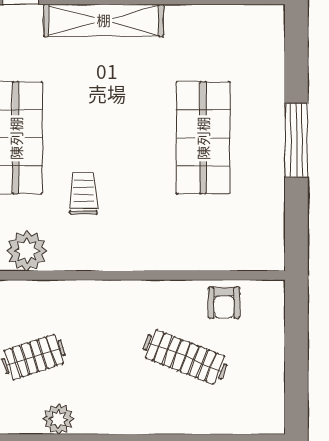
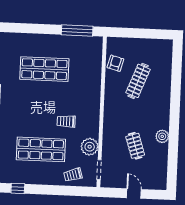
window: (296, 140) -> (77, 31), moved
armchair: (224, 303) -> (115, 63), turned -75

